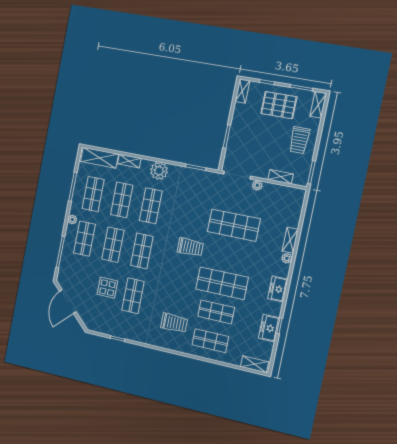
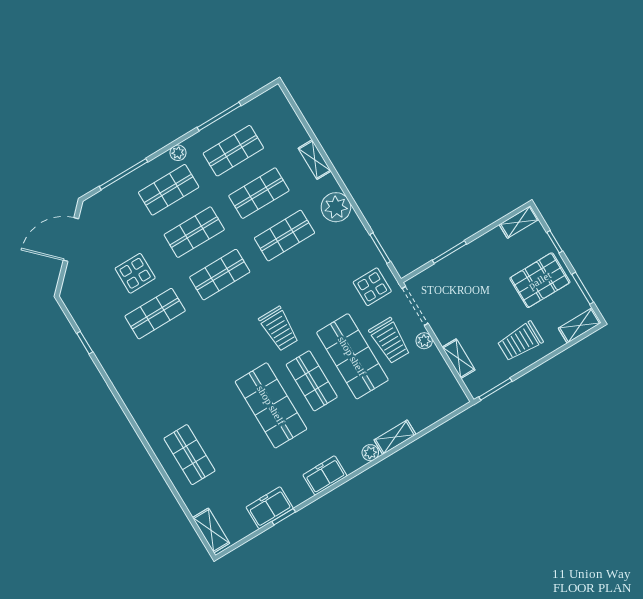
pallet: (279, 105) -> (540, 280), turned 90
shelving: (100, 158) -> (285, 118), removed
display table: (210, 187) -> (372, 287), added
shop shelf: (216, 312) -> (312, 381), moved
trolley: (174, 323) -> (390, 341), moved

